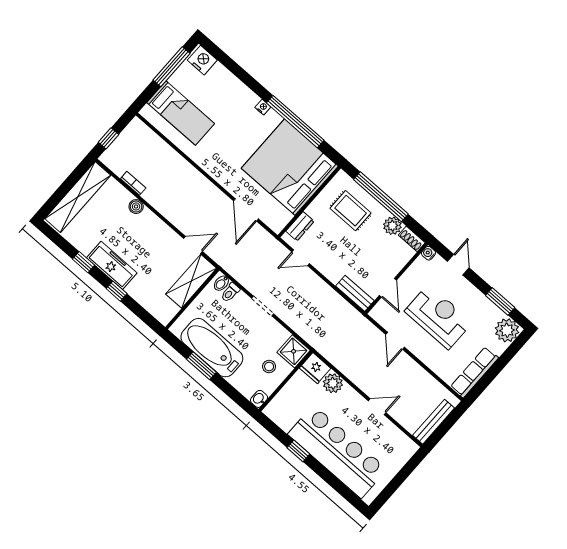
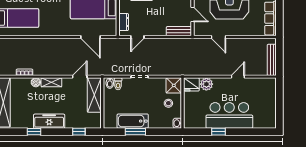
shelving: (154, 223) -> (51, 82), added
window: (117, 291) -> (79, 132), moved
bathtub: (212, 348) -> (133, 121), width x0.73, depth x0.73
bar counter: (337, 452) -> (229, 115), width x0.73

